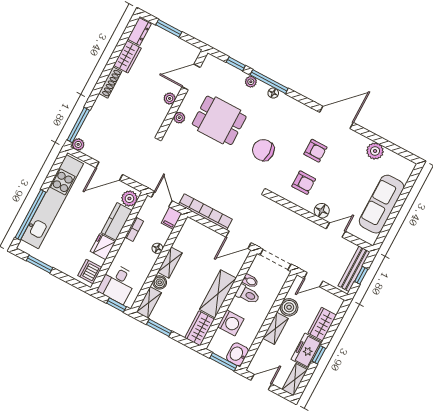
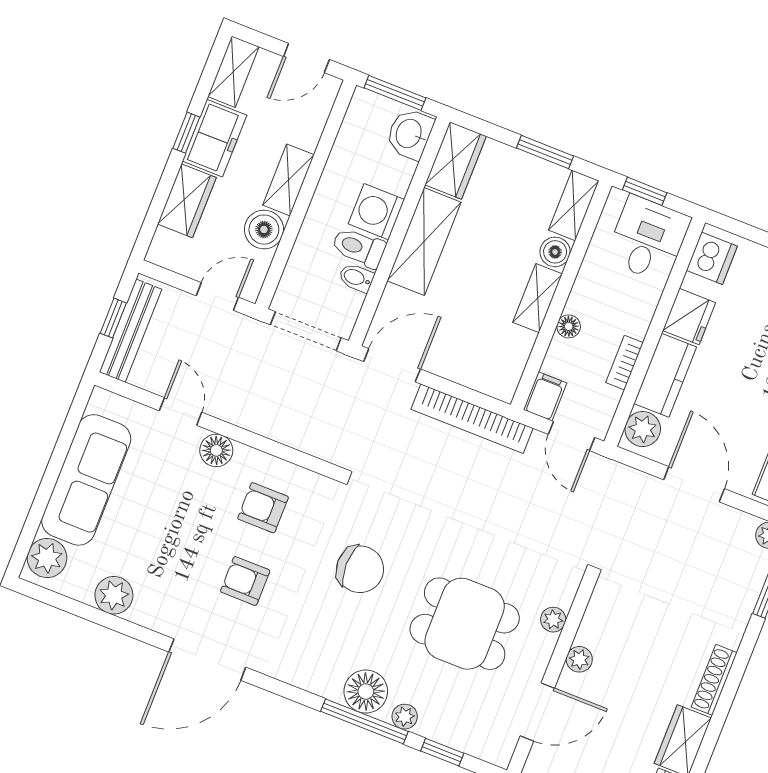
floor lamp: (273, 93) -> (366, 692), width x1.89, depth x1.89
door: (109, 171) -> (694, 484), hinge flipped
plant: (403, 171) -> (47, 558), added
door: (336, 230) -> (181, 411), swing flipped
washing machine: (231, 323) -> (376, 212), moved
washbasin: (237, 354) -> (410, 134), moved, turned 180

